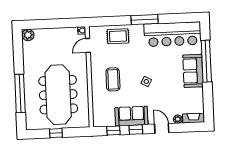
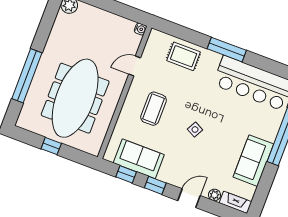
door: (88, 45) -> (135, 66), moved
sofa: (193, 71) -> (253, 161), moved
sofa: (131, 116) -> (139, 159), moved
door: (162, 128) -> (189, 198), hinge flipped

